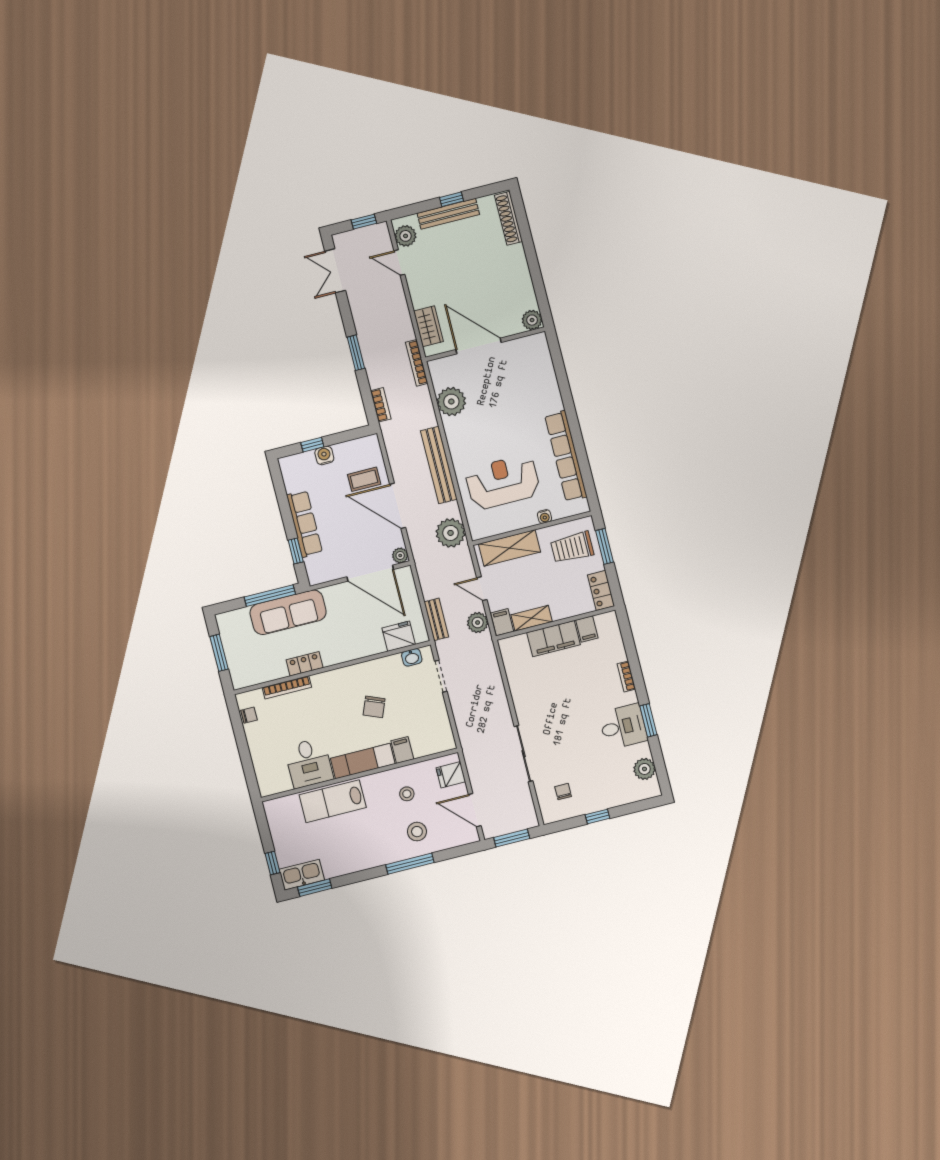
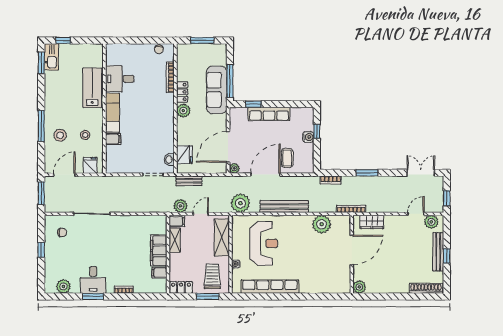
plant: (332, 655) -> (183, 111), added
chair: (374, 707) -> (144, 128), removed

